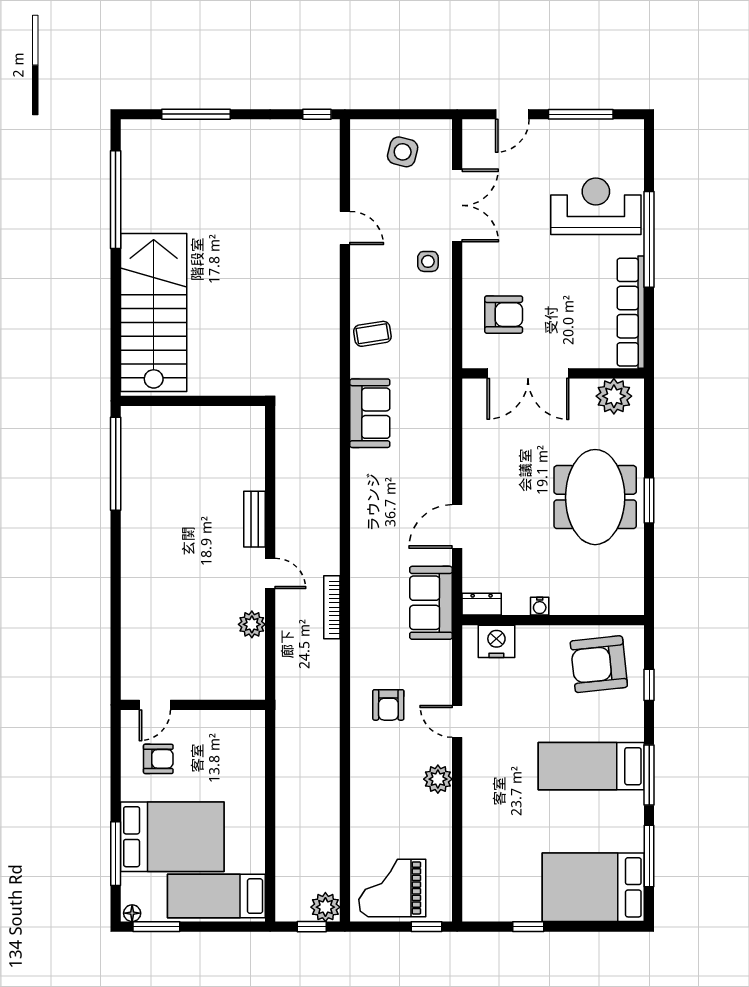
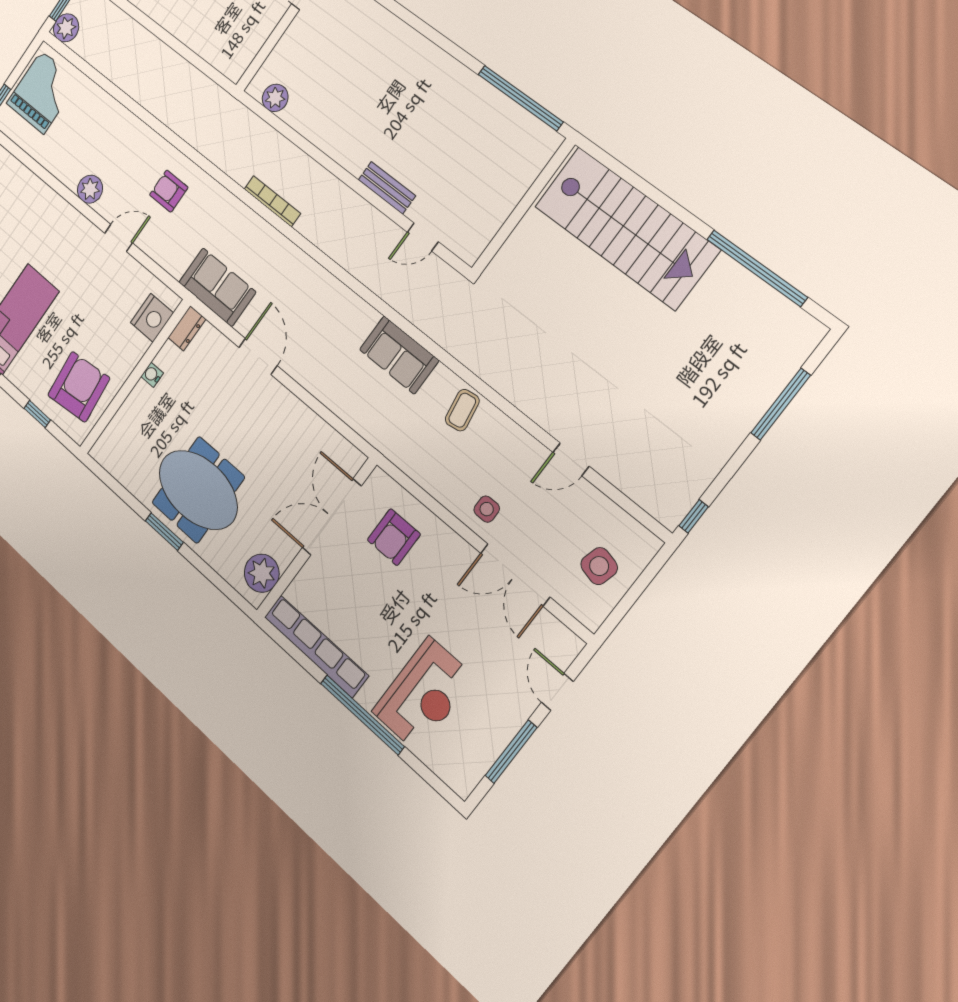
door: (270, 573) -> (423, 237), moved
plant: (252, 624) -> (275, 98), moved

